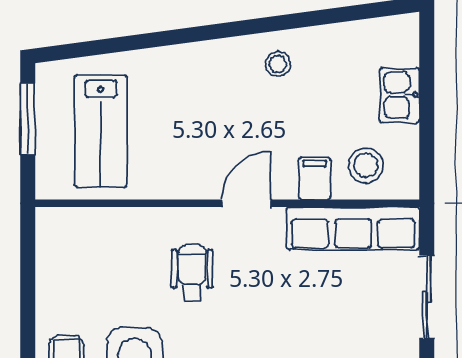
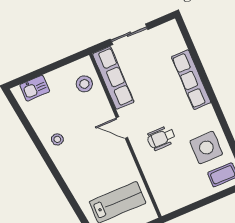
kitchen sink: (400, 95) -> (35, 88), moved
filing cabinet: (315, 178) -> (99, 103), removed

